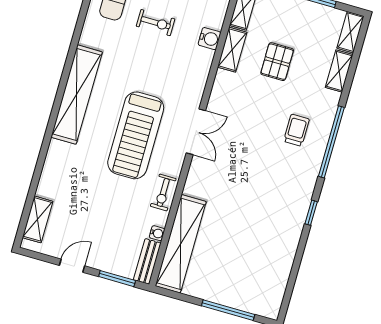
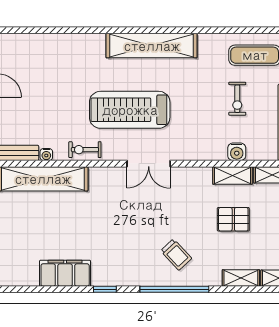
trolley: (297, 130) -> (176, 255), turned 47
shelving: (38, 219) -> (28, 42), removed
filing cabinet: (283, 249) -> (65, 273), added

